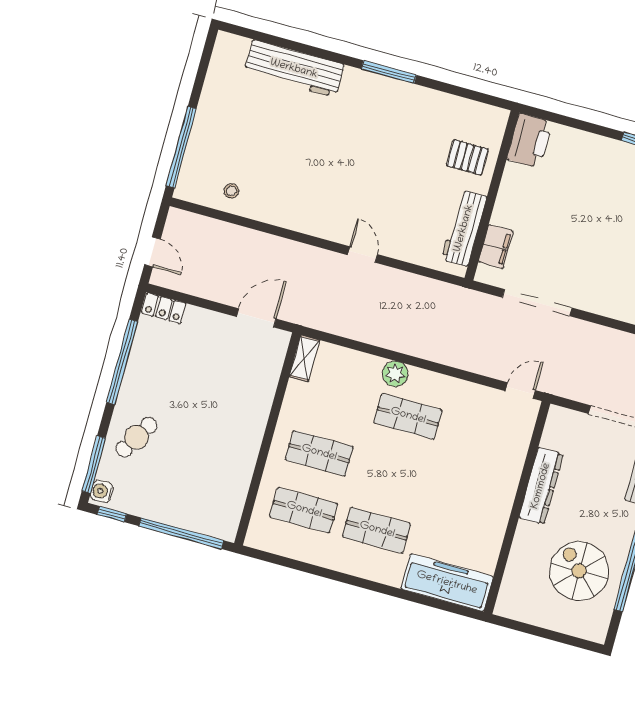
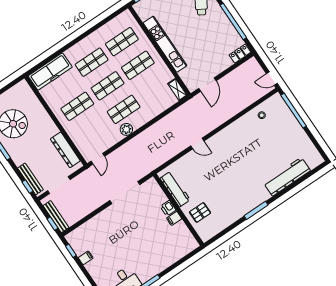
printer: (530, 141) -> (168, 208), moved, width x0.53, depth x0.68
filing cabinet: (496, 247) -> (174, 218), moved, width x0.50
door: (152, 252) -> (272, 79), moved
plant: (395, 374) -> (126, 129), moved
kitchen unit: (250, 439) -> (165, 44), added
shop shelf: (392, 473) -> (108, 86), added
dresser: (541, 486) -> (65, 150), moved
shop shelf: (465, 493) -> (77, 106), added

